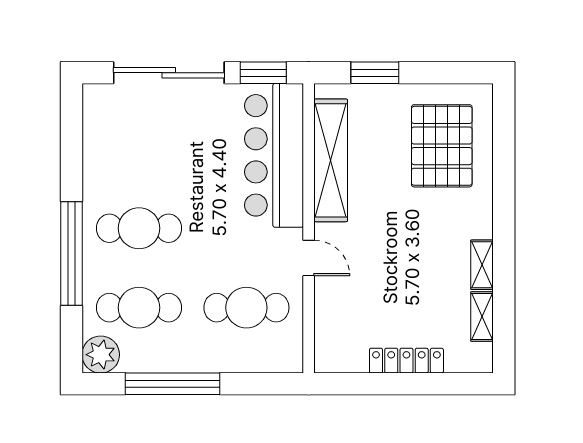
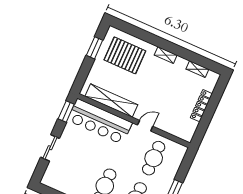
sliding door: (169, 73) -> (50, 148), width x0.54
window: (375, 73) -> (95, 48), moved
shelving: (482, 265) -> (166, 55), moved

